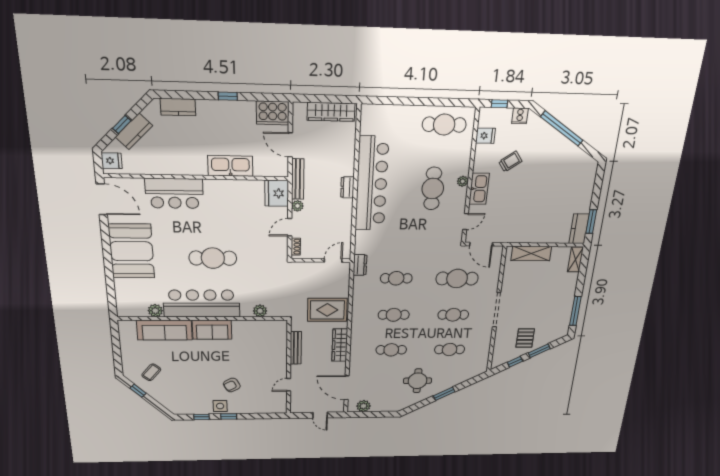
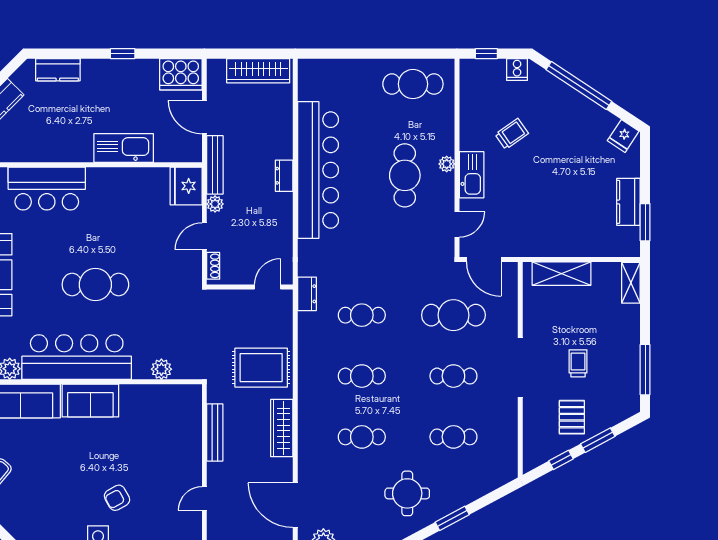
fridge: (486, 136) -> (623, 136), moved, turned 123
kitchen counter: (579, 229) -> (628, 202), moved
trolley: (534, 307) -> (578, 363), added

